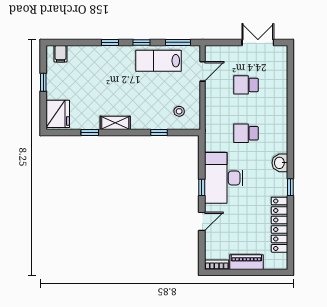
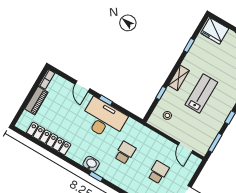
lab bench: (159, 61) -> (201, 94), moved
shelving: (115, 123) -> (179, 78), moved
window: (290, 187) -> (96, 177), moved

